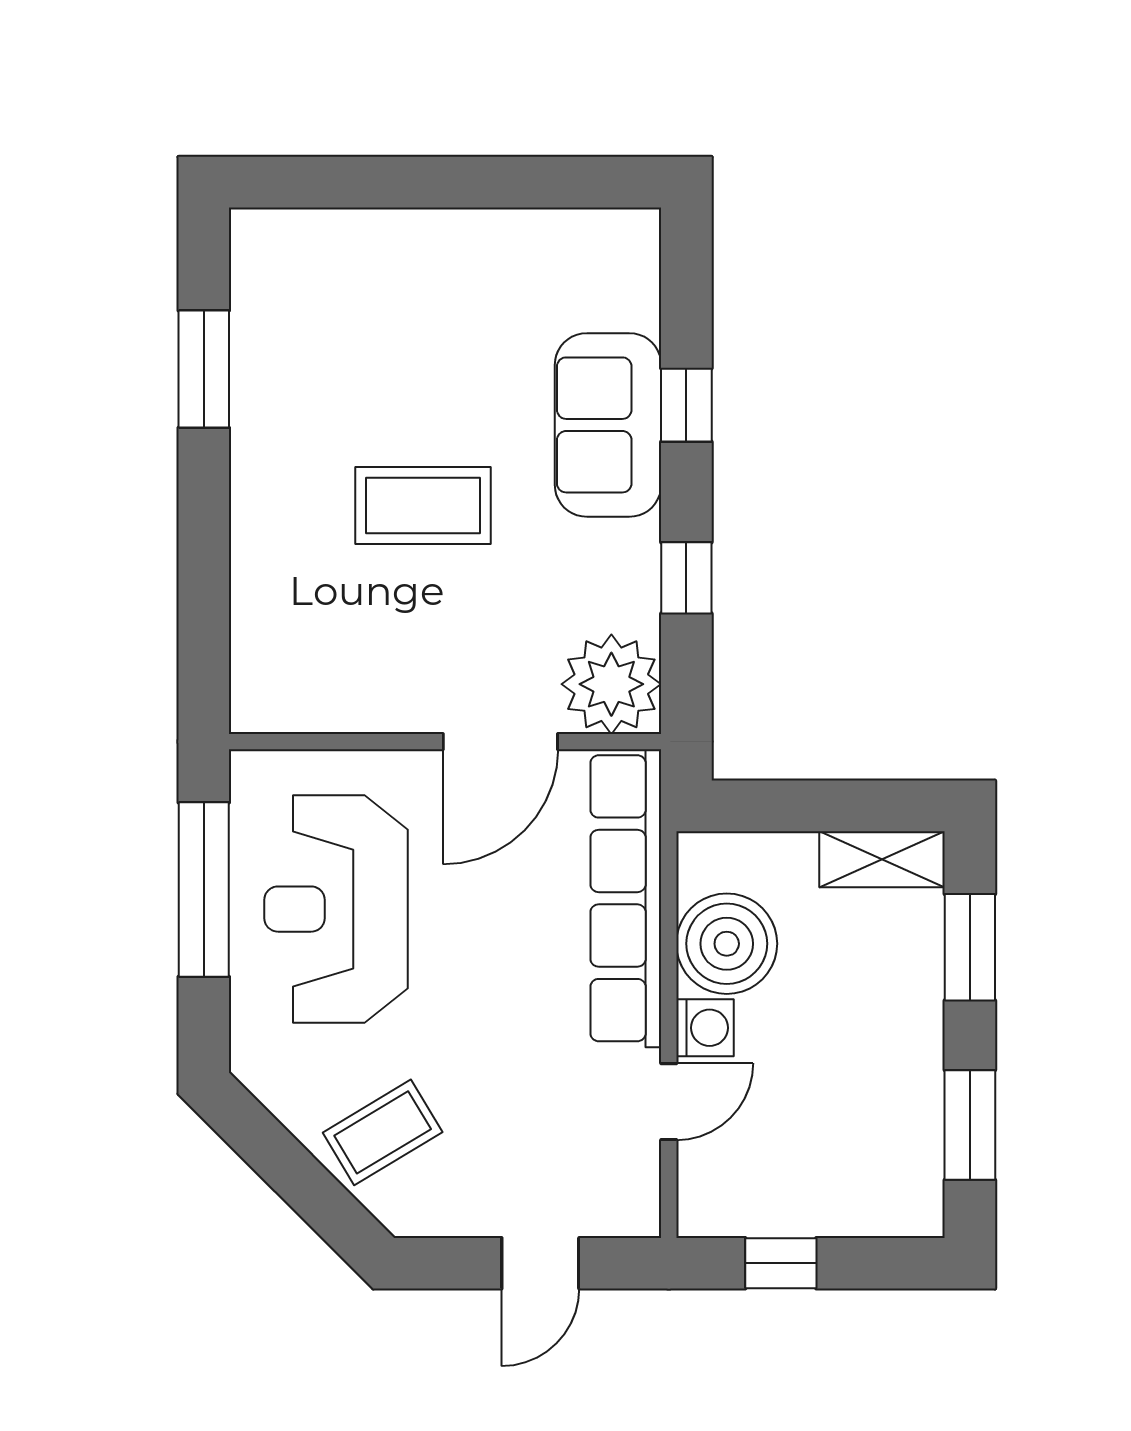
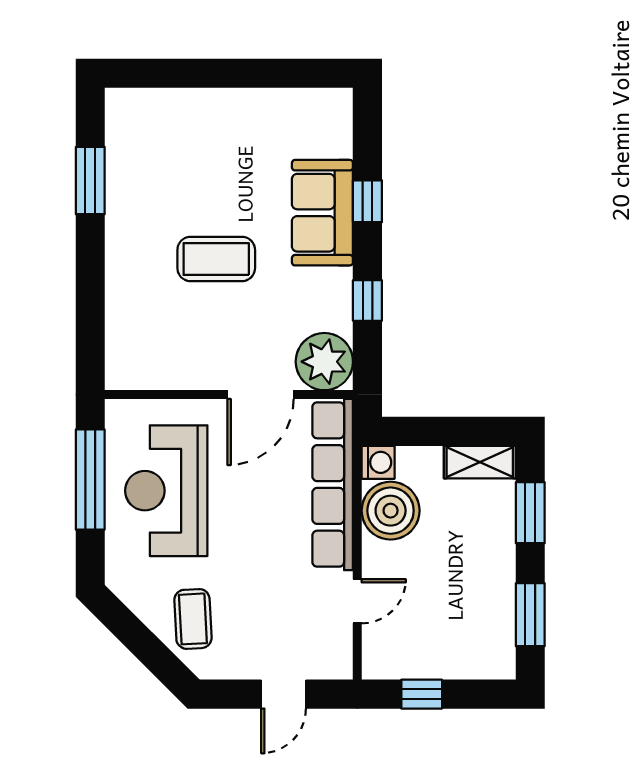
washing machine: (705, 1028) -> (378, 462), moved
coffee table: (383, 1132) -> (193, 619), turned -62

